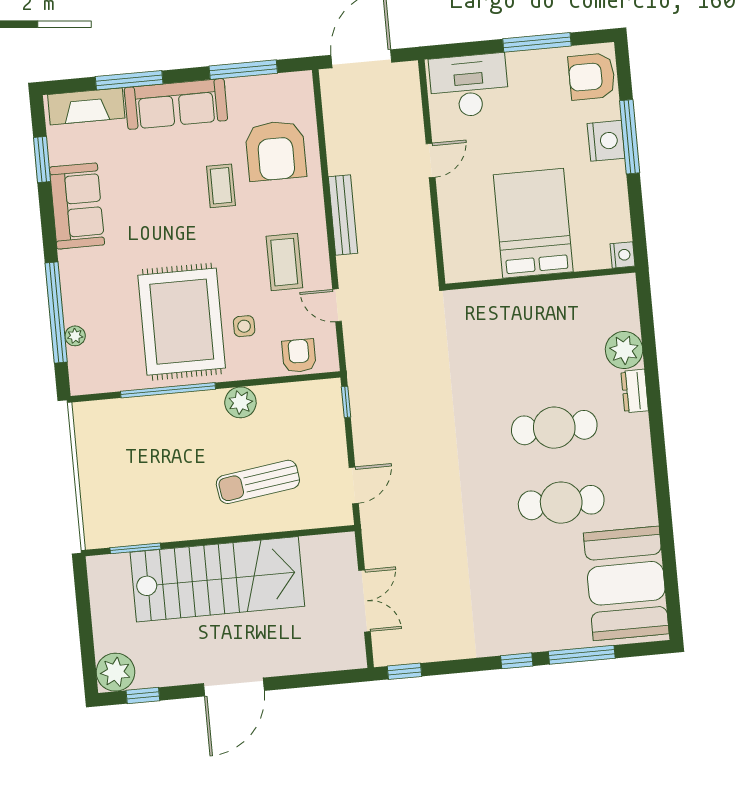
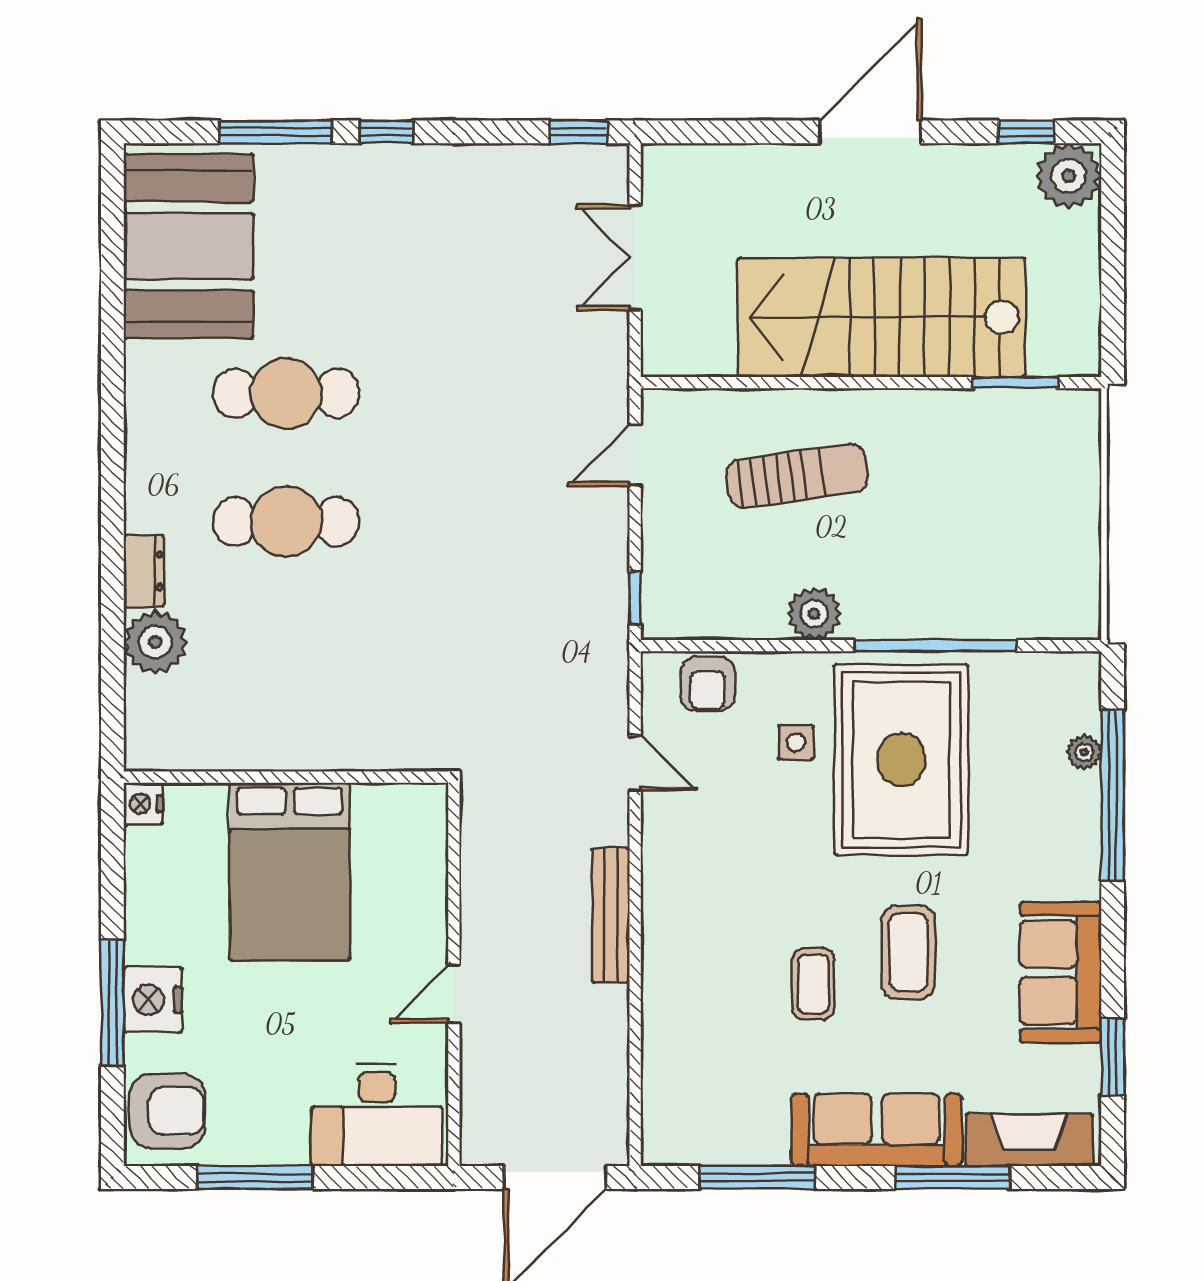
armchair: (276, 151) -> (715, 1035), removed
coffee table: (284, 262) -> (908, 952), moved

